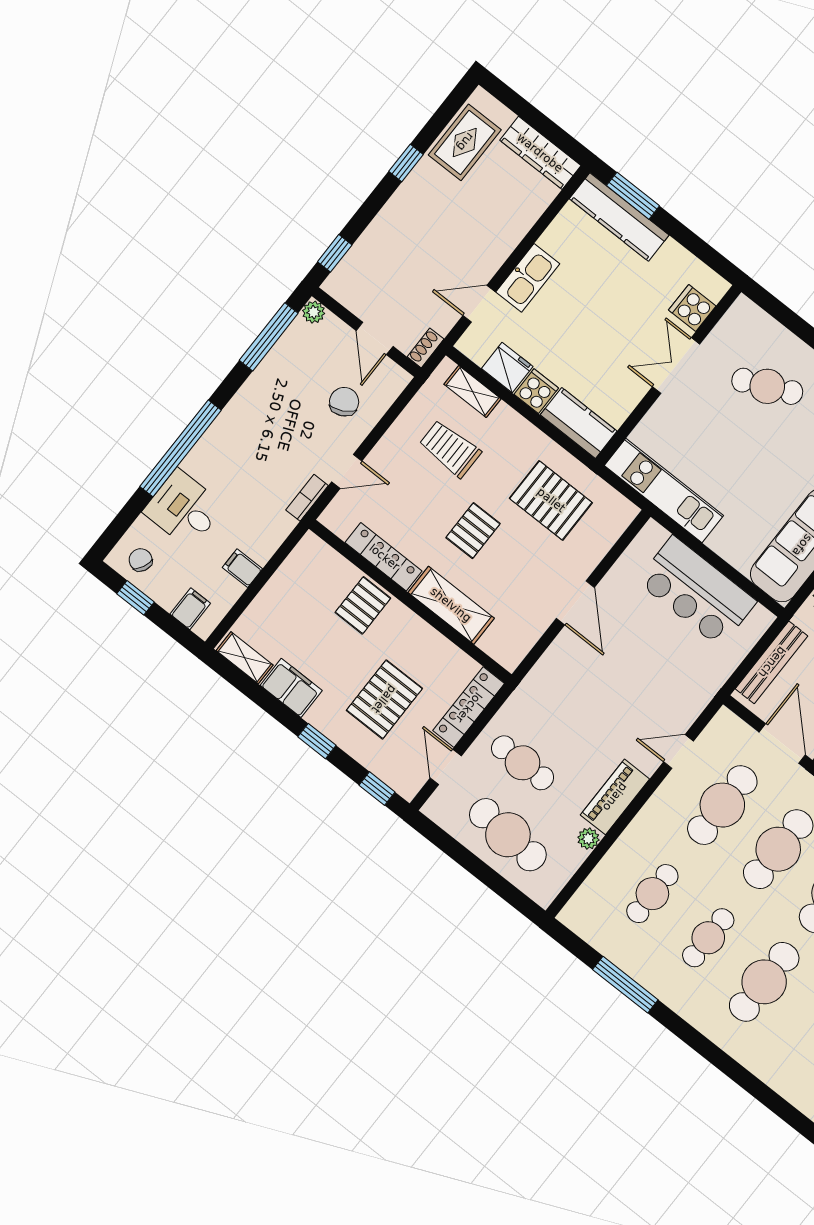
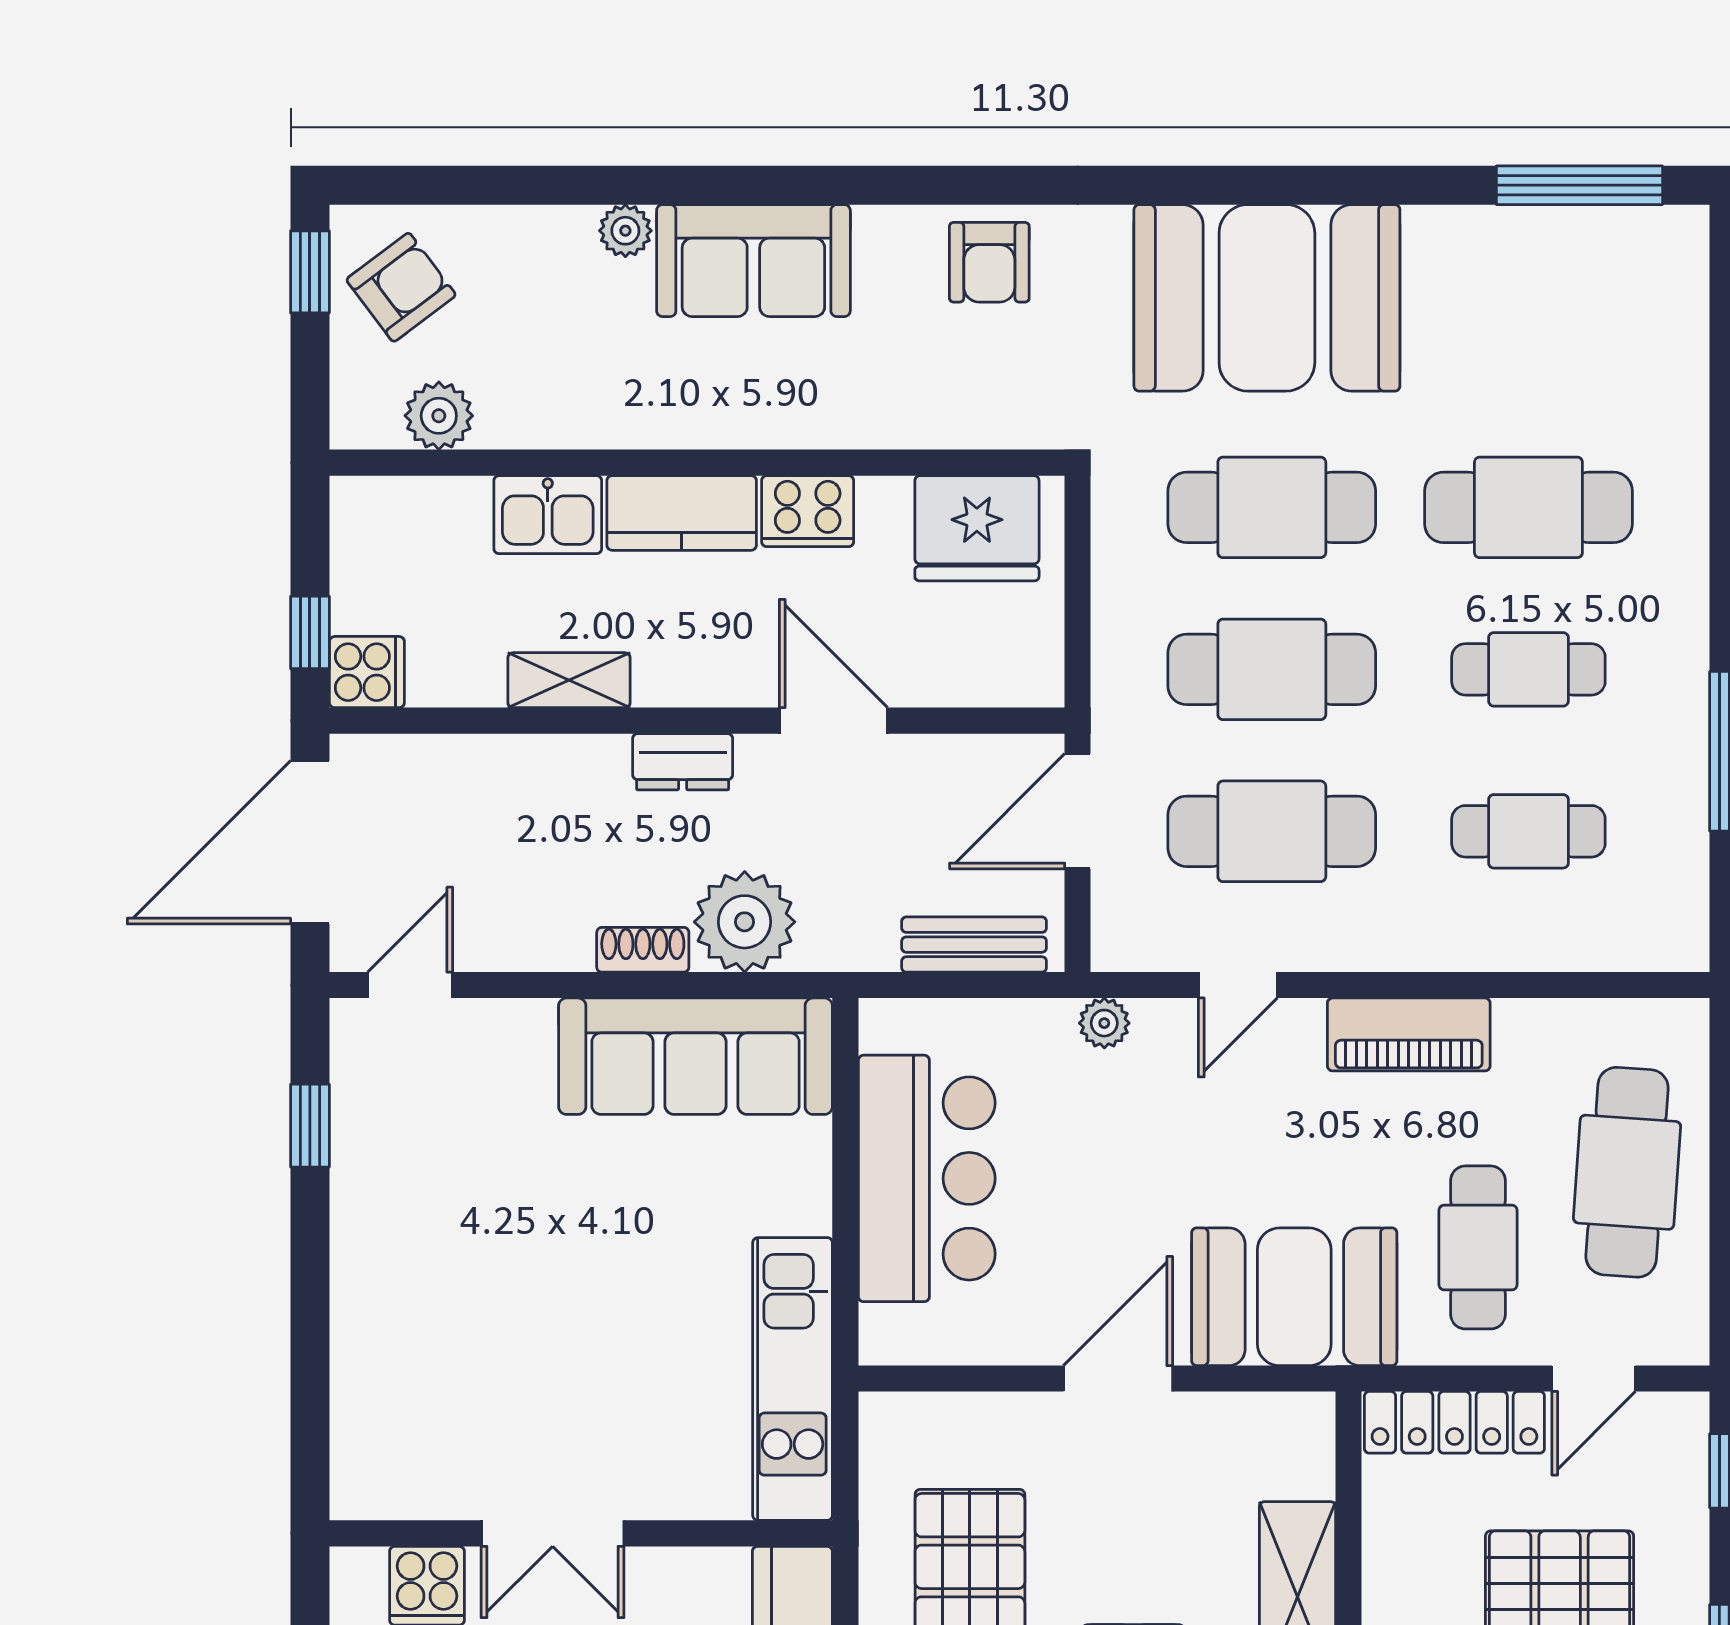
cafe table: (767, 386) -> (461, 1341), removed
bench: (772, 662) -> (974, 945), width x0.73
booth: (556, 686) -> (1294, 1297), added
door: (679, 751) -> (1238, 985), hinge flipped
plant: (588, 839) -> (1104, 1023), moved

